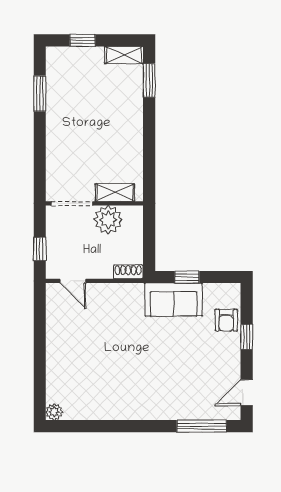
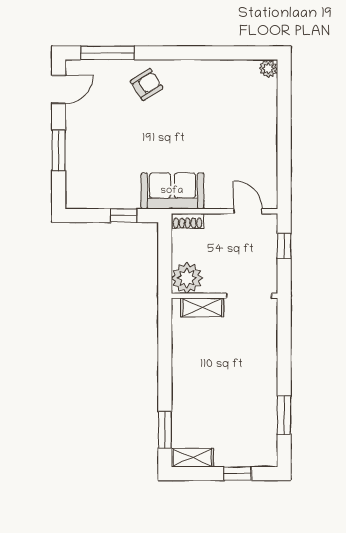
plant: (108, 220) -> (187, 278), moved
sofa: (173, 300) -> (172, 191), moved
armchair: (226, 320) -> (147, 85), moved, turned 57
window: (247, 337) -> (59, 150), width x1.50

